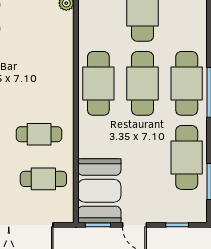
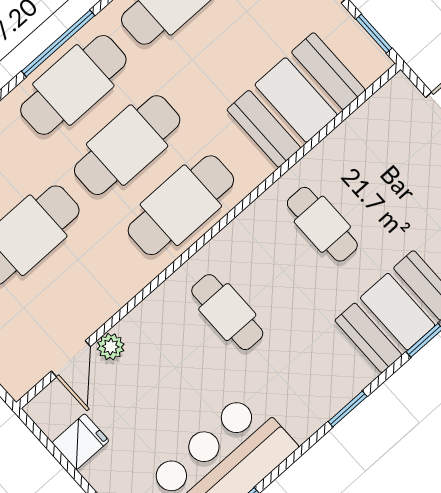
cafe table: (43, 179) -> (227, 312), moved
booth: (99, 191) -> (296, 100), moved

